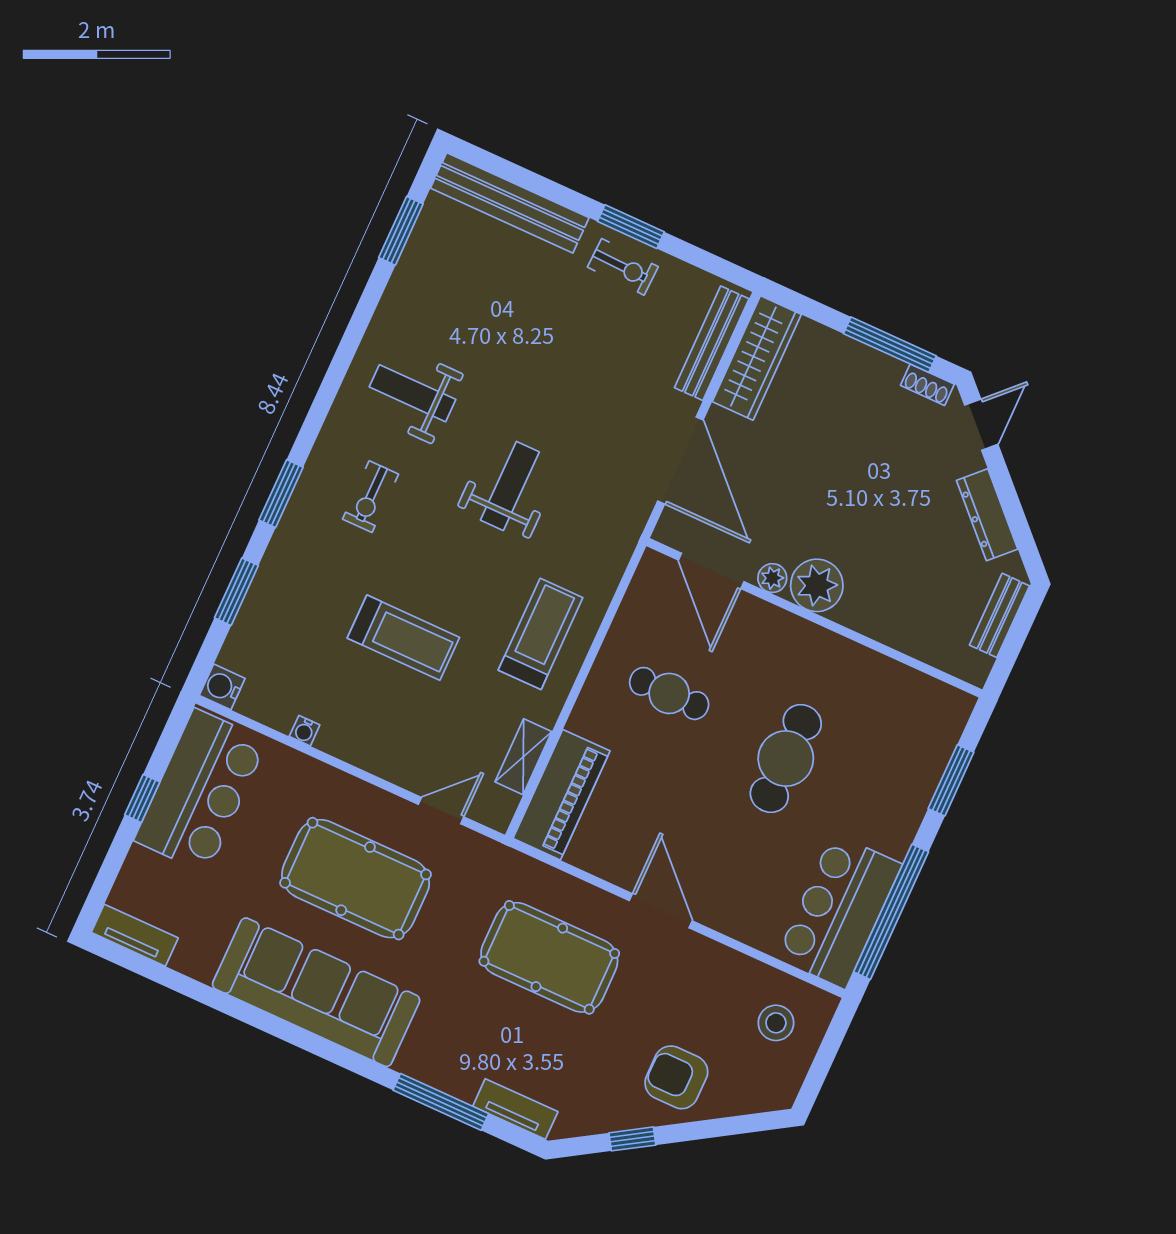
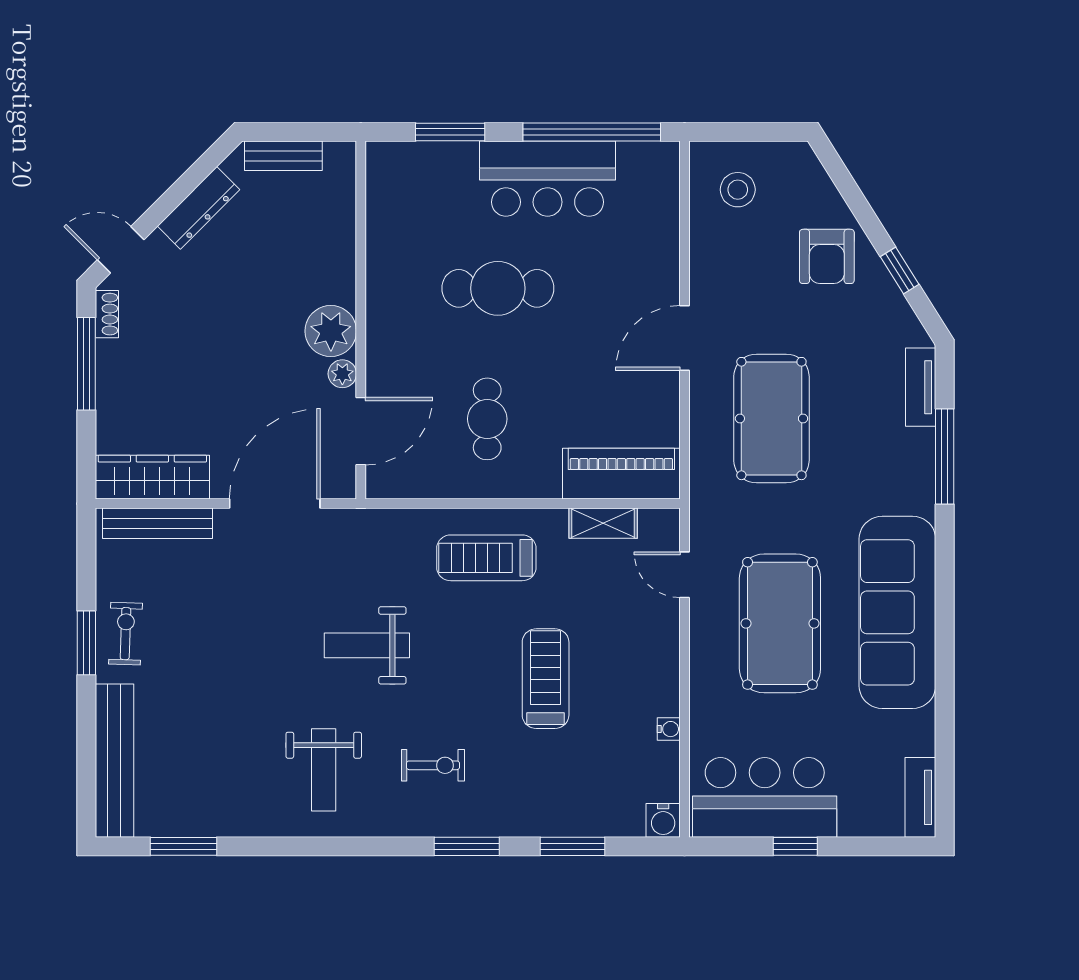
bar counter: (839, 911) -> (548, 179), moved

